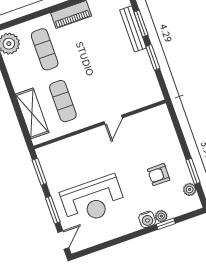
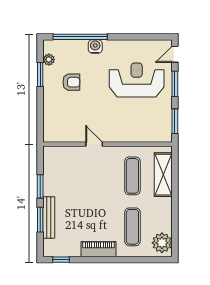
door: (113, 120) -> (94, 144), hinge flipped
plant: (161, 216) -> (82, 45), removed
window: (166, 224) -> (80, 37), width x3.17

